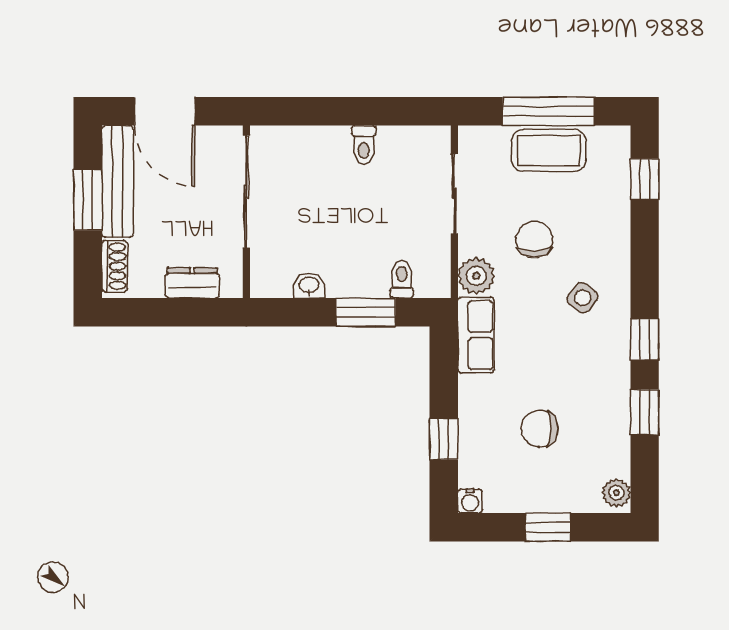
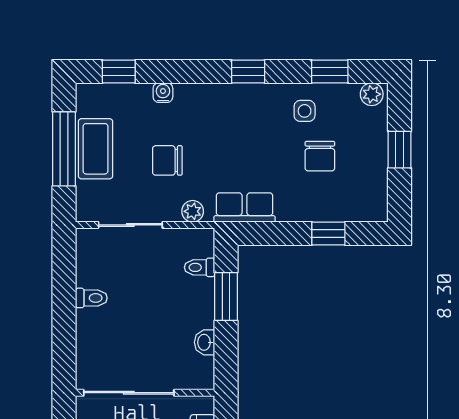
plant: (476, 276) -> (193, 211), width x0.73, depth x0.73
side table: (582, 298) -> (305, 111), moved, turned -38
window: (645, 412) -> (330, 71), moved
water cooler: (470, 501) -> (163, 93), moved, turned -90

